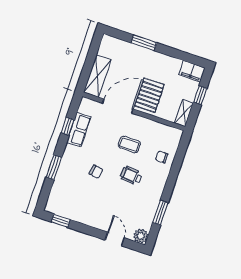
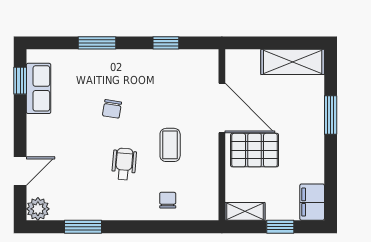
shelving: (97, 76) -> (293, 62), moved
row of seats: (79, 130) -> (39, 88), moved, turned -90

